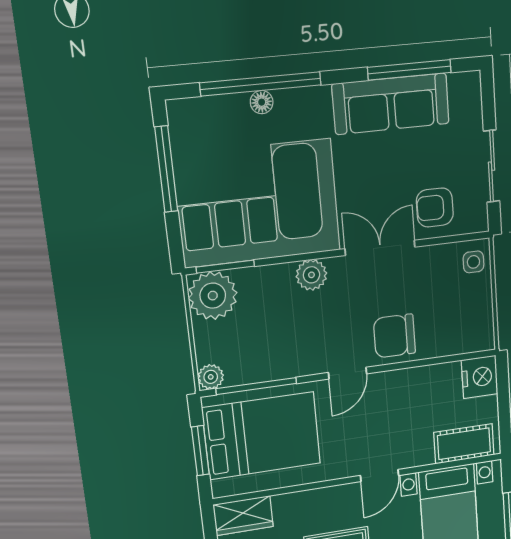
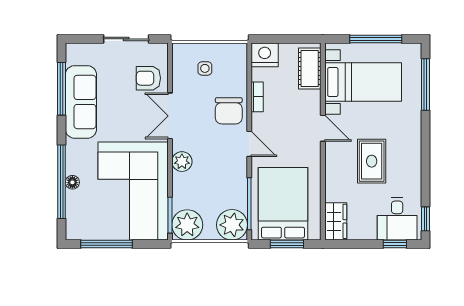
armchair: (435, 207) -> (148, 78), turned 90
side table: (473, 262) -> (205, 68), moved
bookcase: (418, 375) -> (257, 97), added
plant: (211, 377) -> (232, 225), width x1.87, depth x1.87

